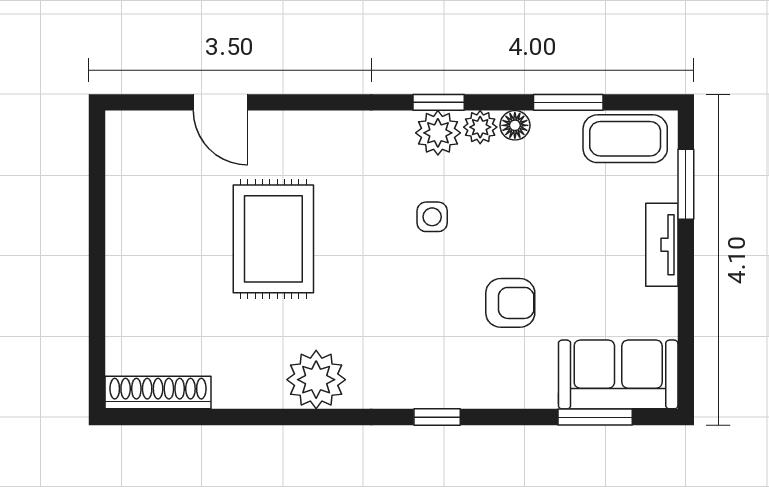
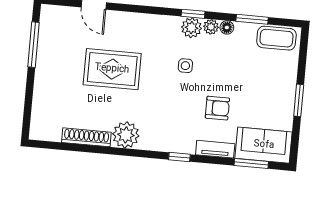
window: (686, 184) -> (299, 100), moved
window: (97, 201) -> (34, 45), added
rug: (273, 239) -> (112, 69), turned 90
tv unit: (662, 245) -> (215, 149), moved, turned 90
shoe rack: (158, 393) -> (86, 137), moved

